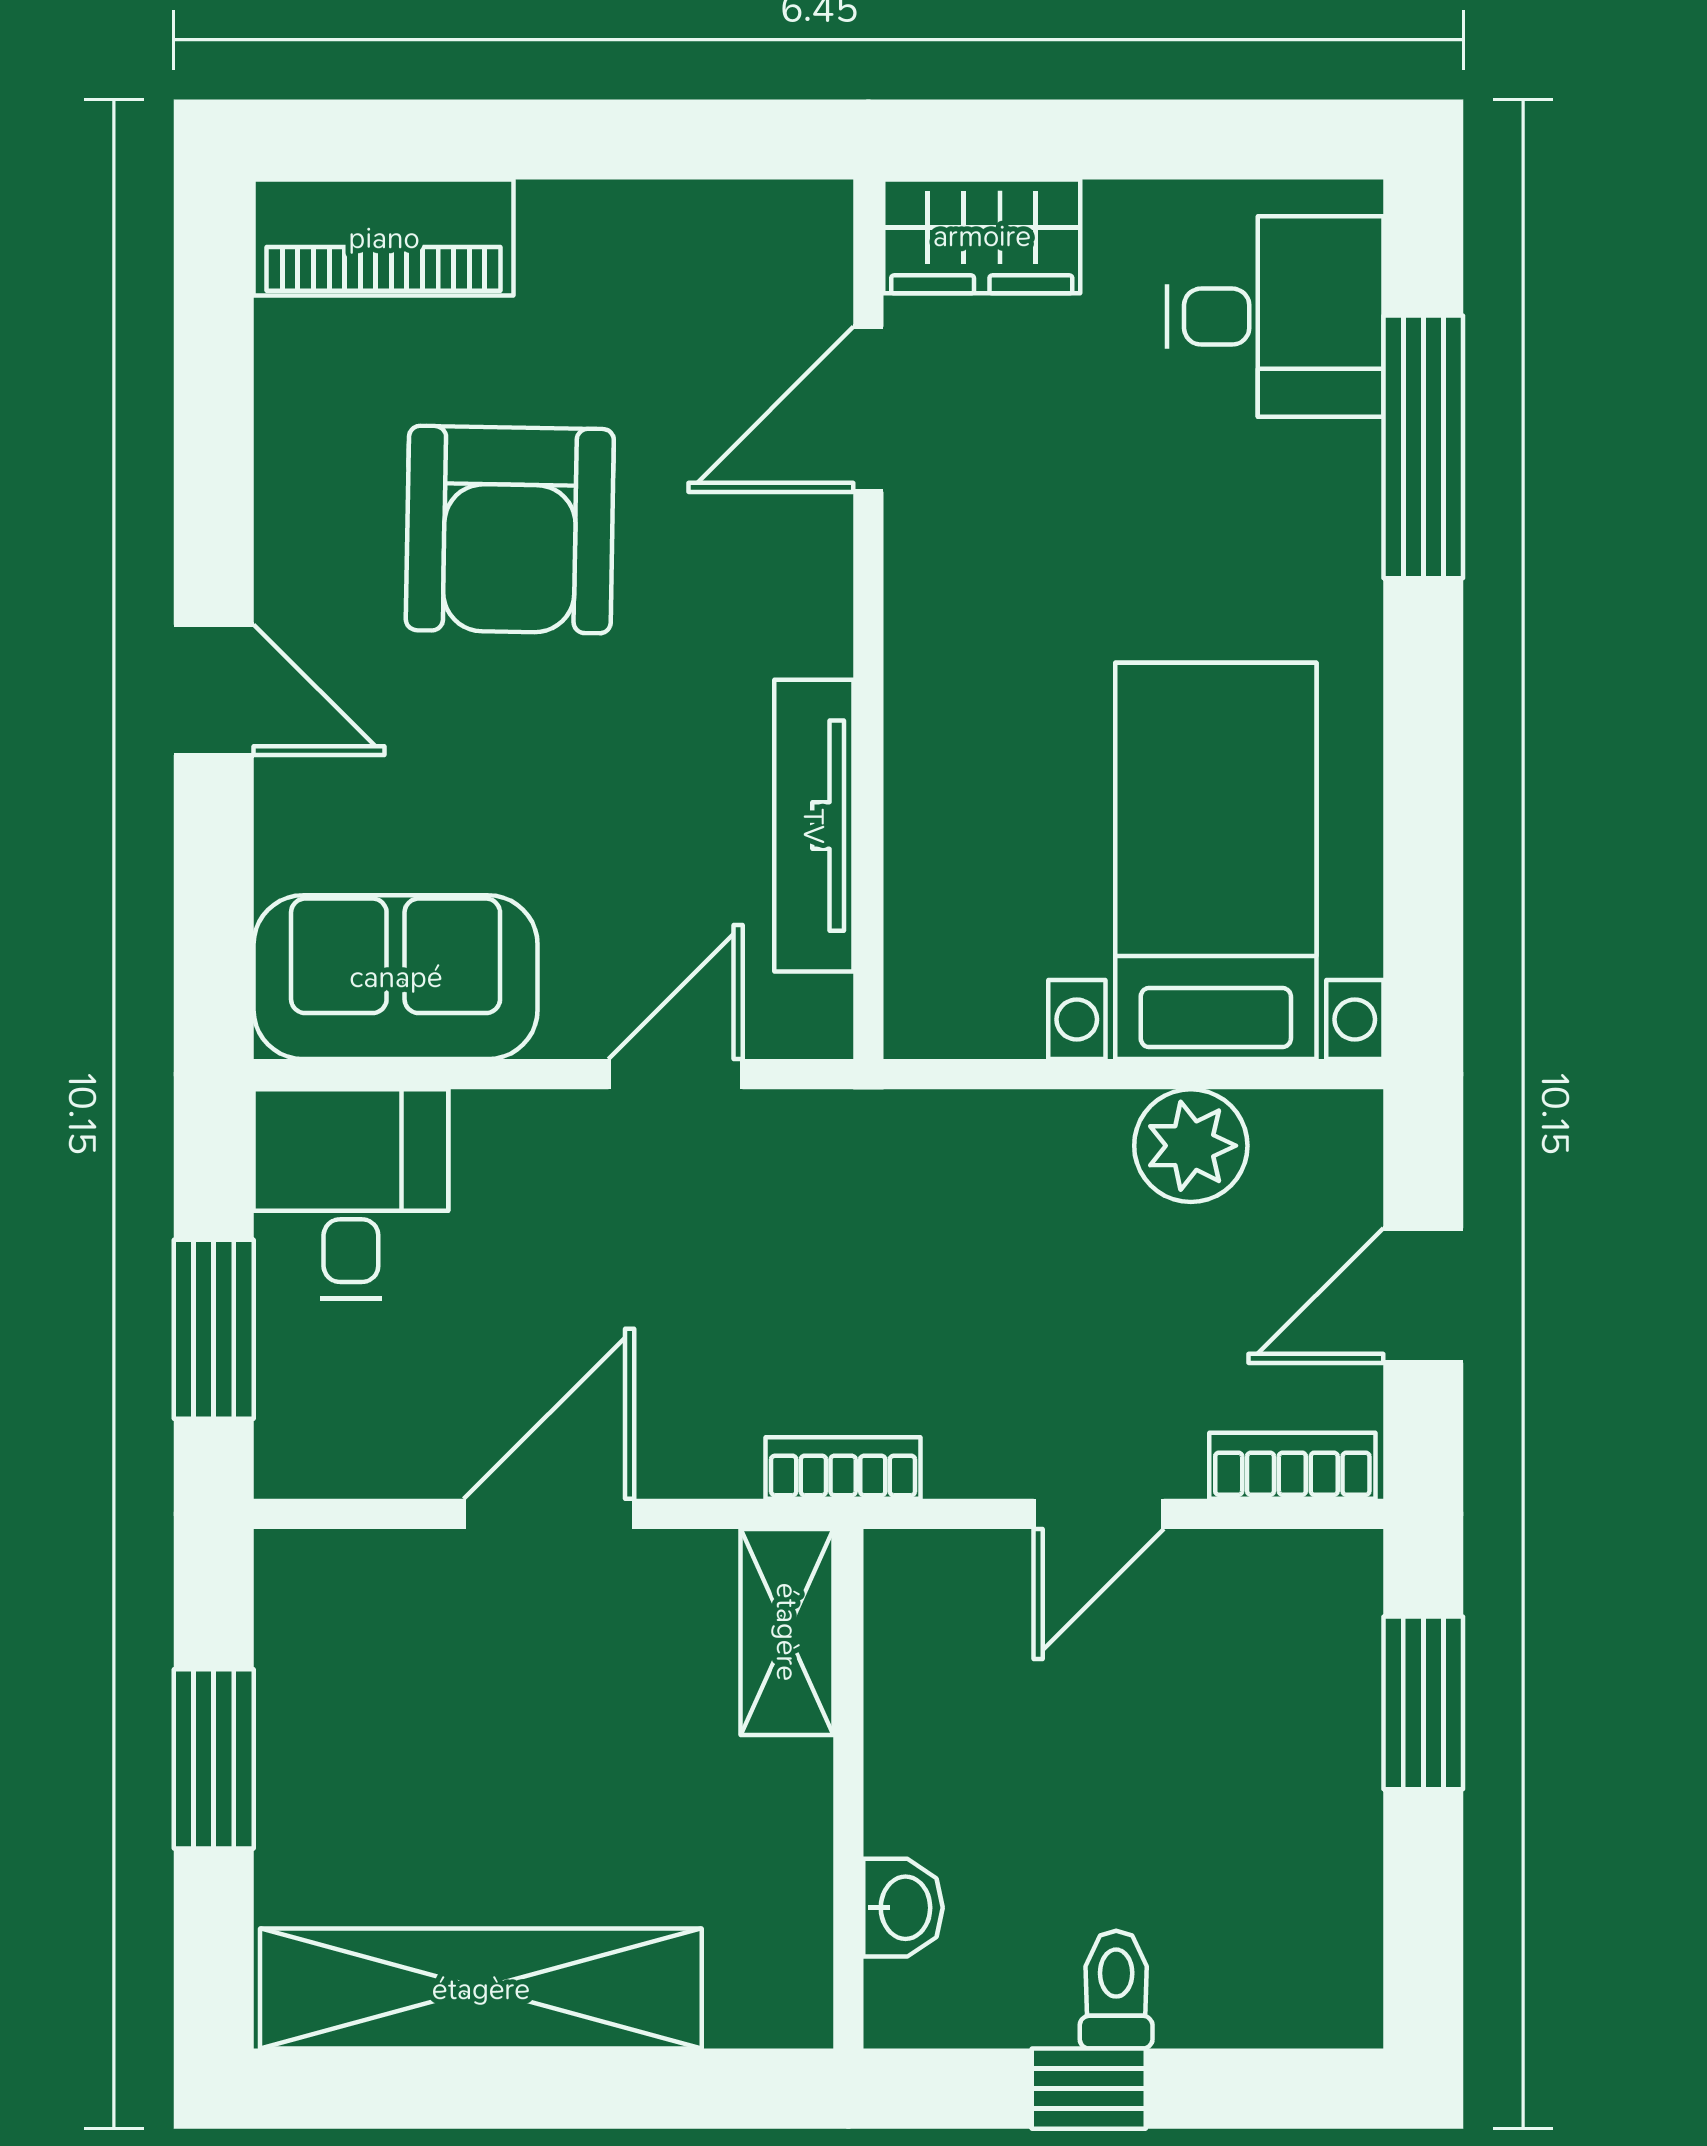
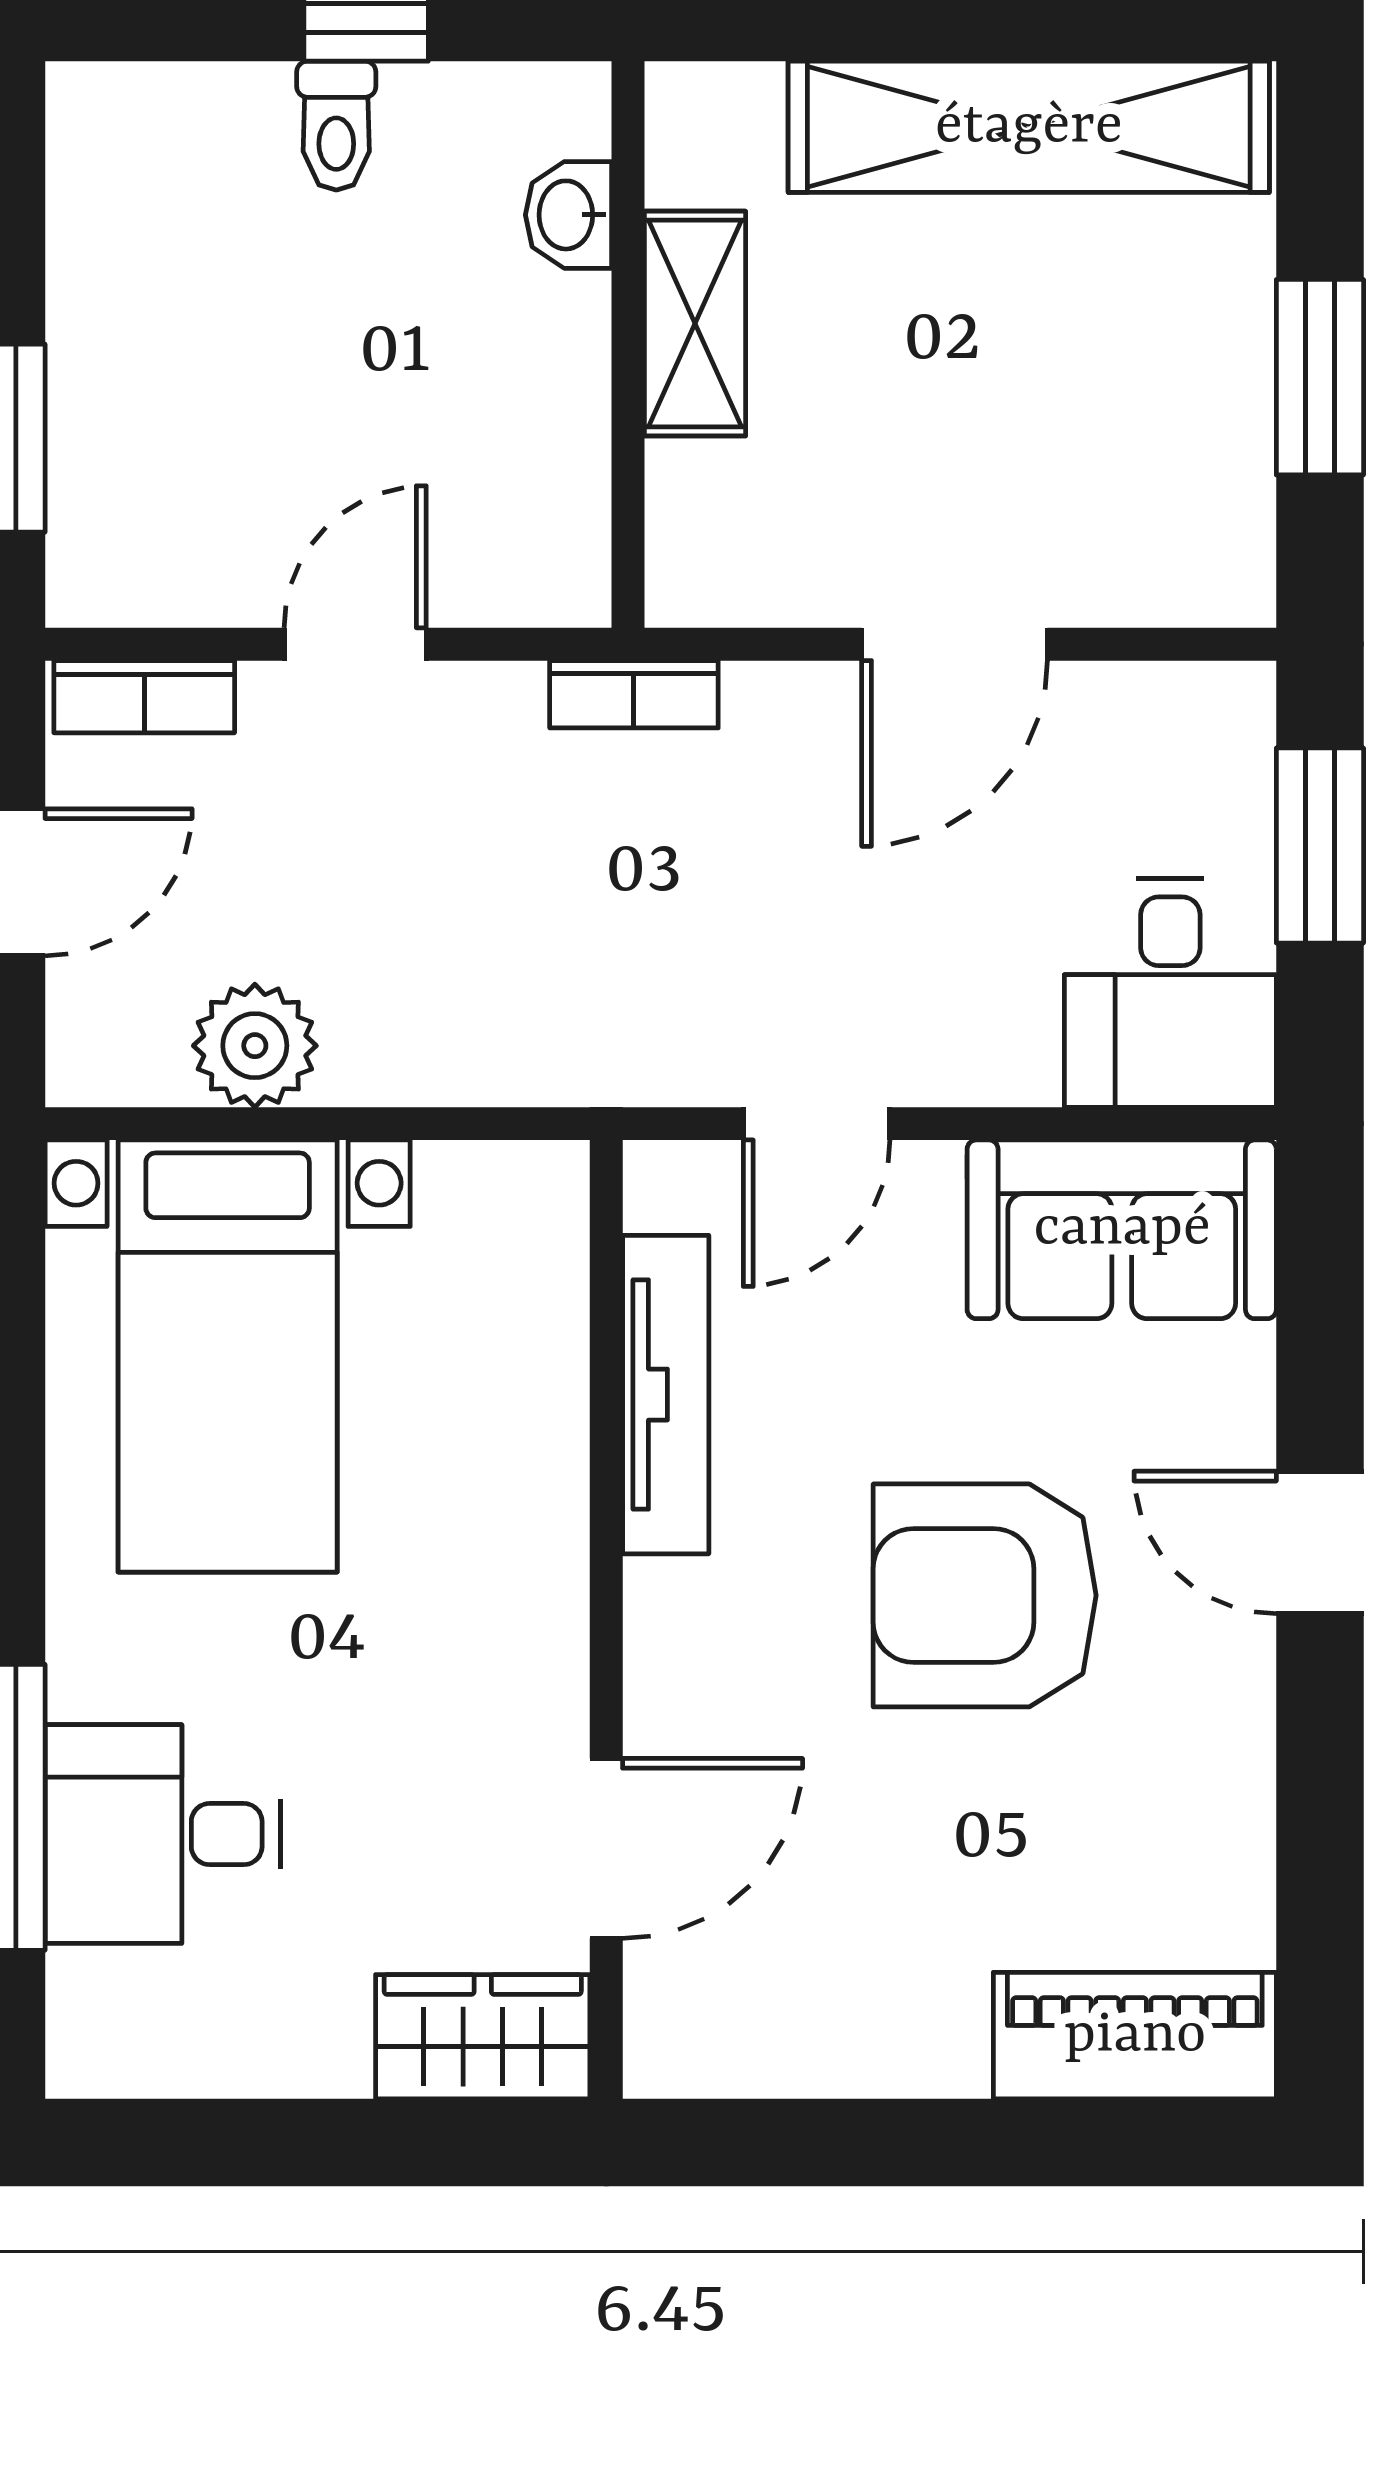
desk: (1275, 317) -> (163, 1834), moved
armchair: (510, 530) -> (985, 1595), moved, turned -91
shelving: (787, 1632) -> (695, 324), moved

